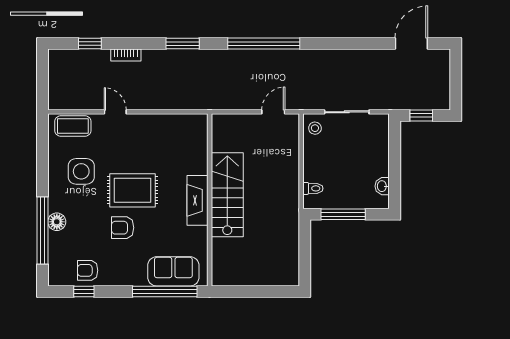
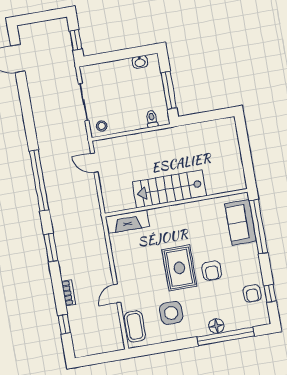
fireplace: (198, 200) -> (127, 222), moved

